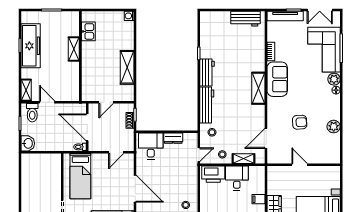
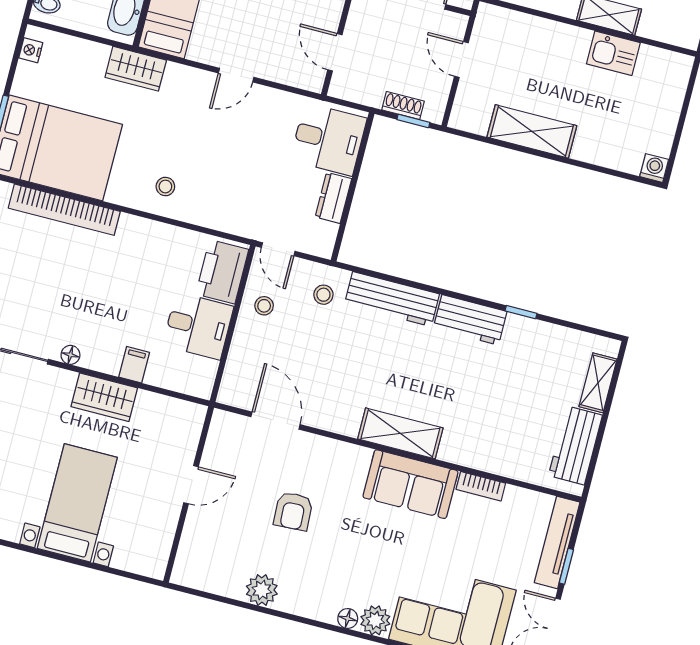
kitchen sink: (88, 31) -> (613, 53), moved
shelving: (243, 159) -> (598, 383), moved
door: (135, 189) -> (236, 75), width x0.53

